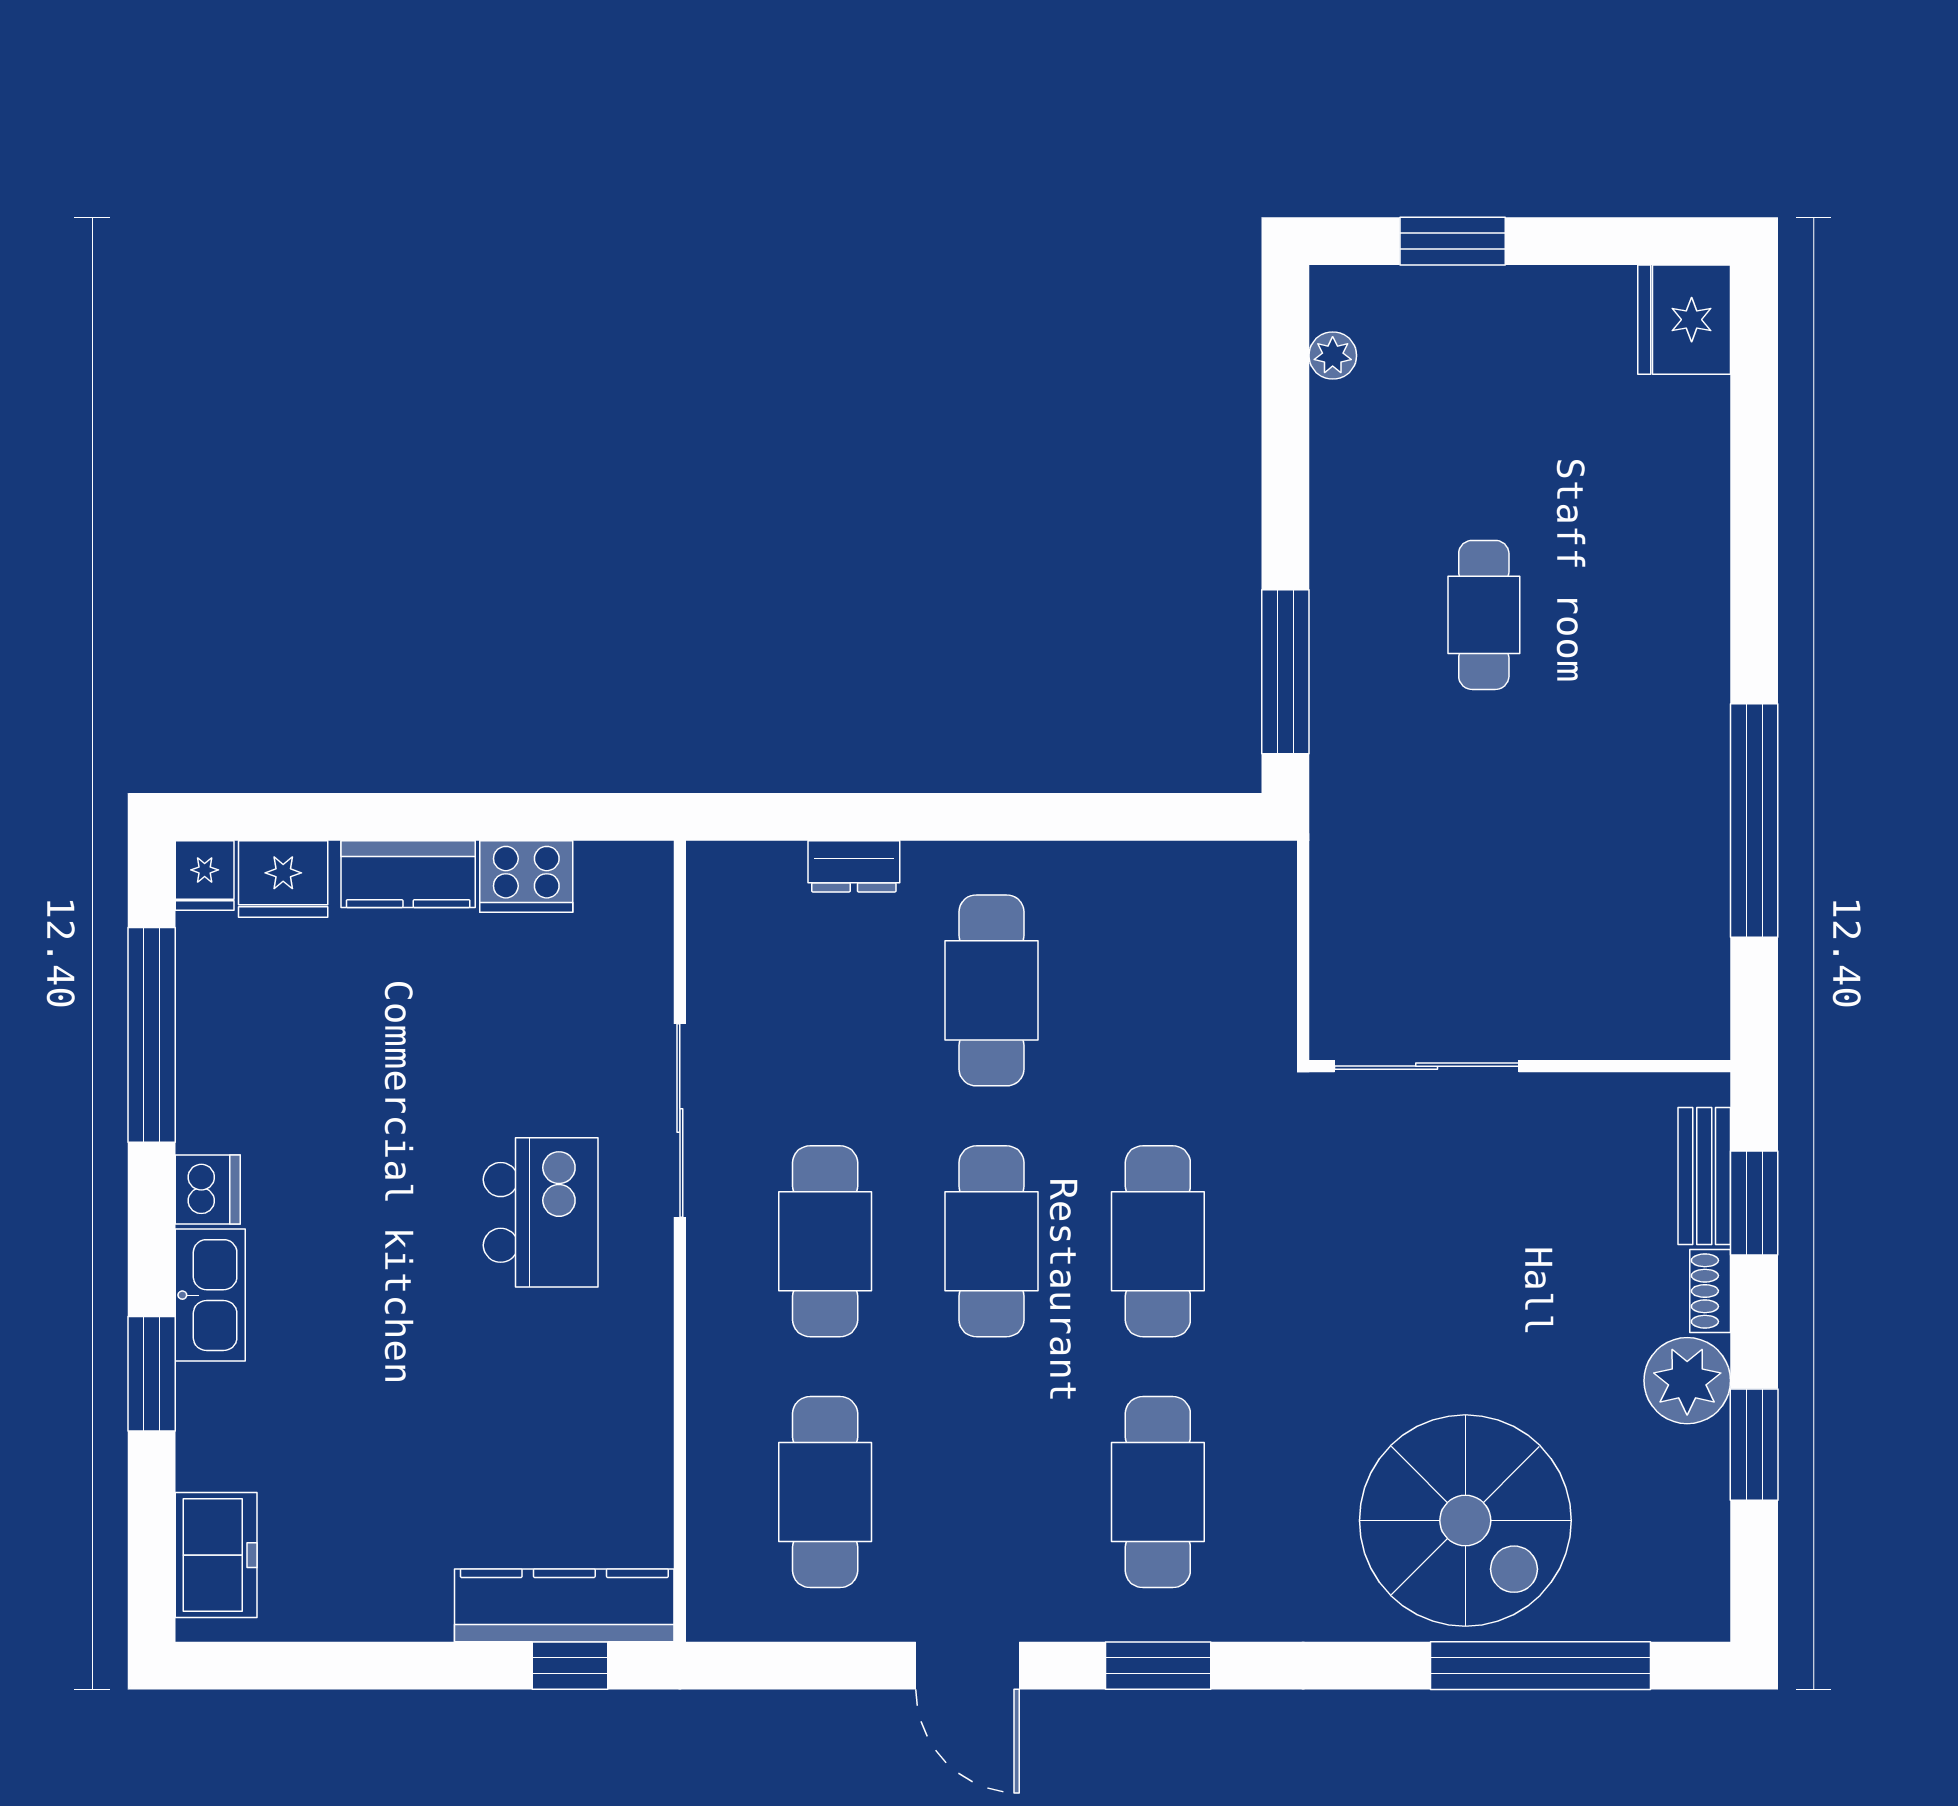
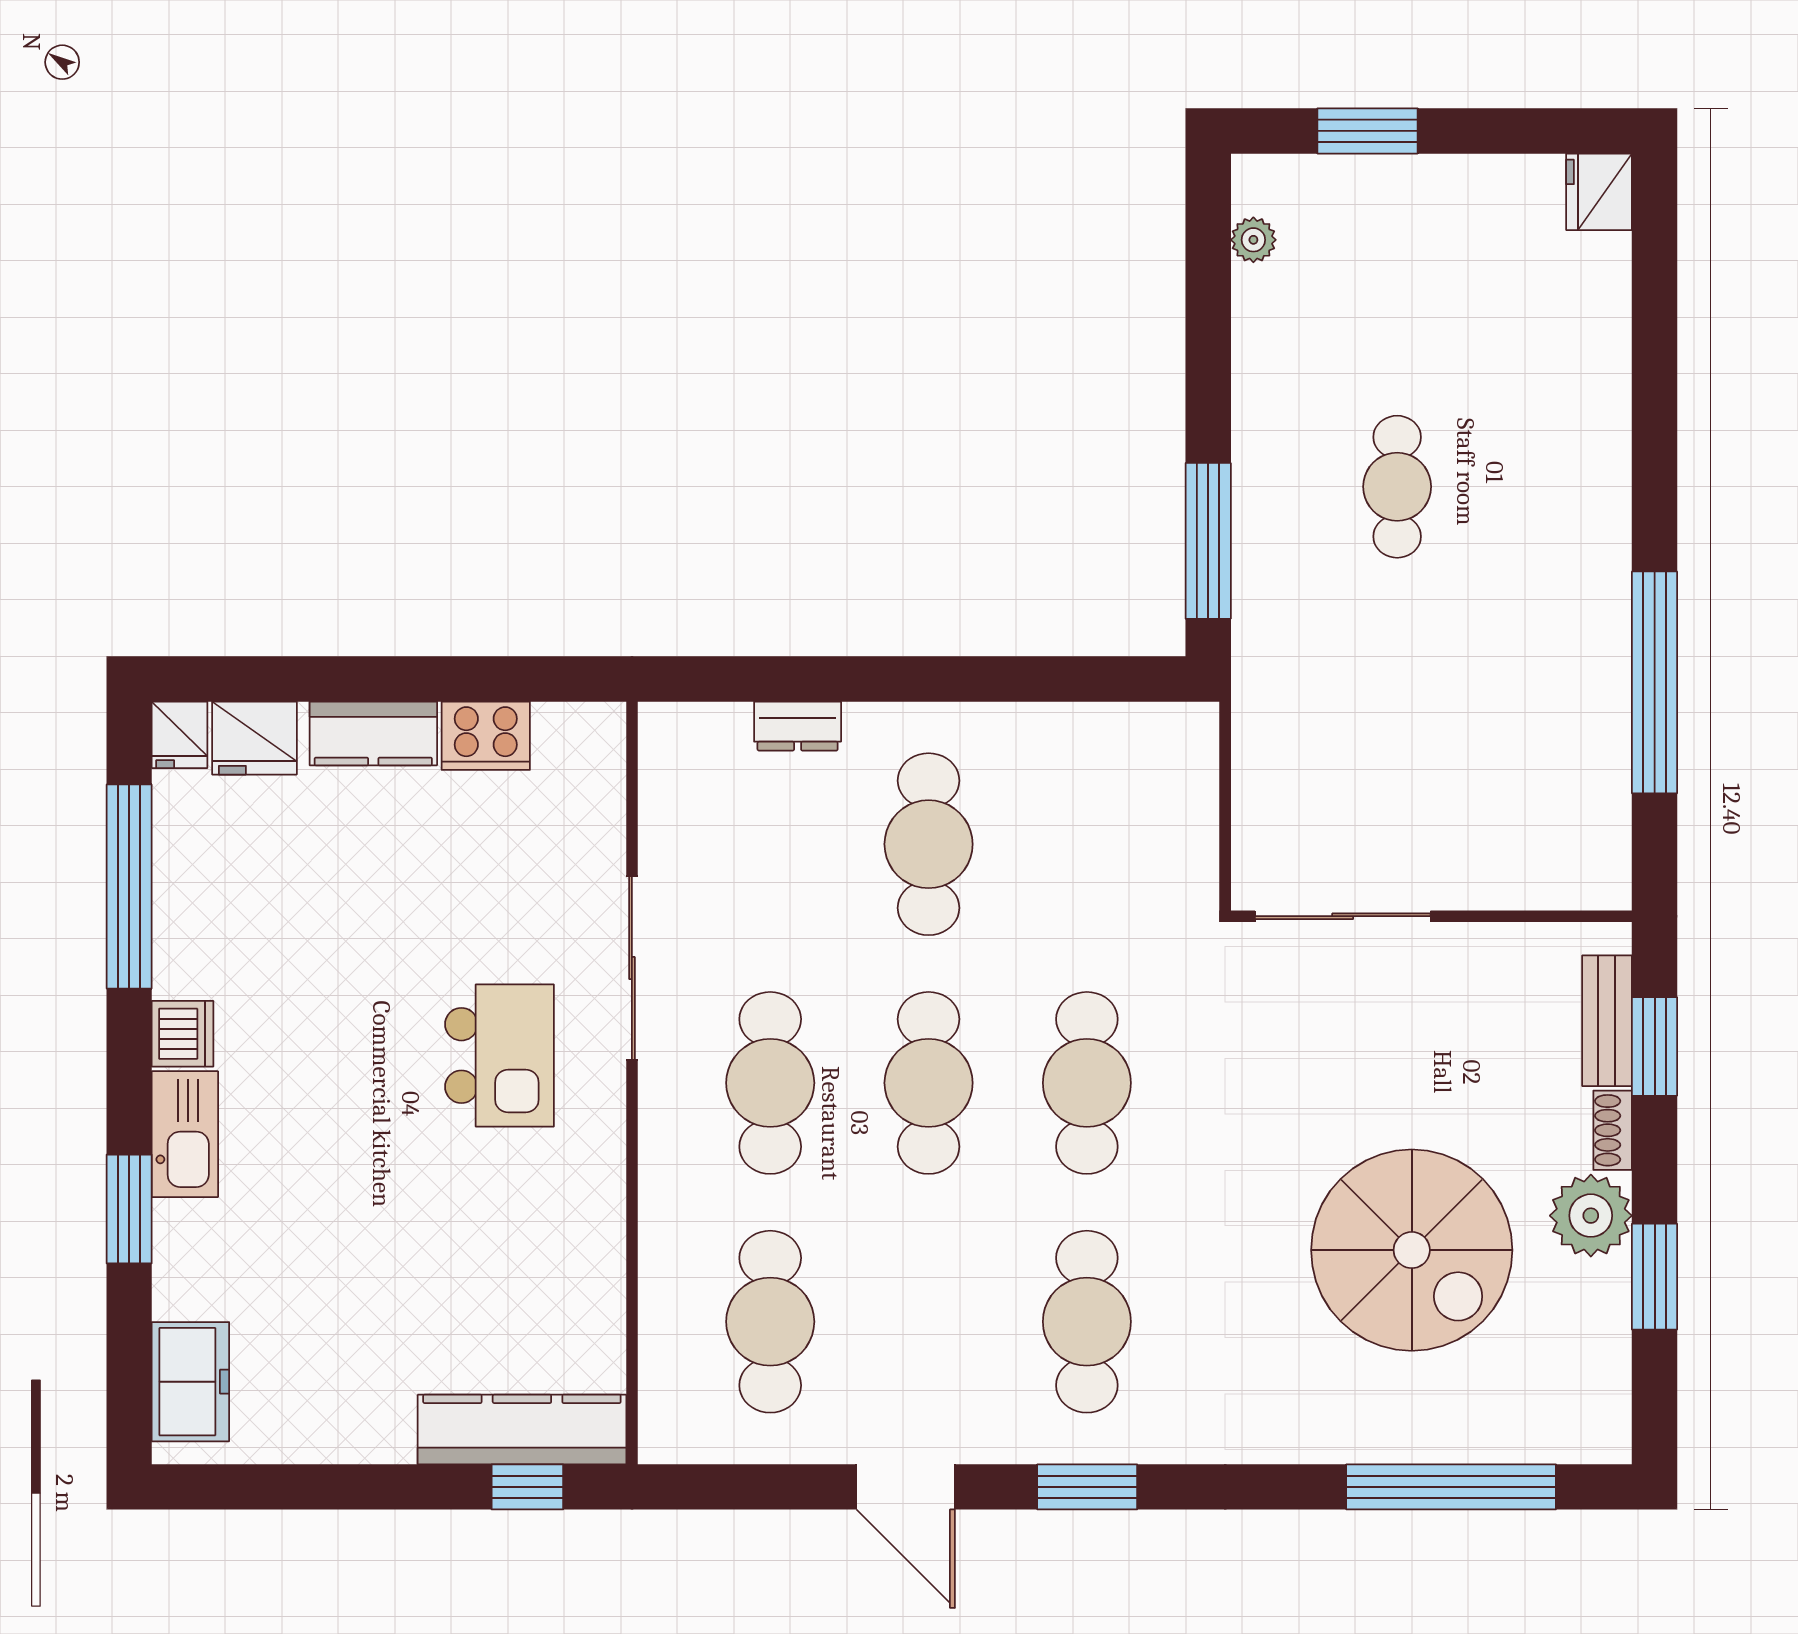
fridge: (1684, 320) -> (1599, 192), width x0.73, depth x0.75
spiral stairs: (1465, 1521) -> (1412, 1250), moved

